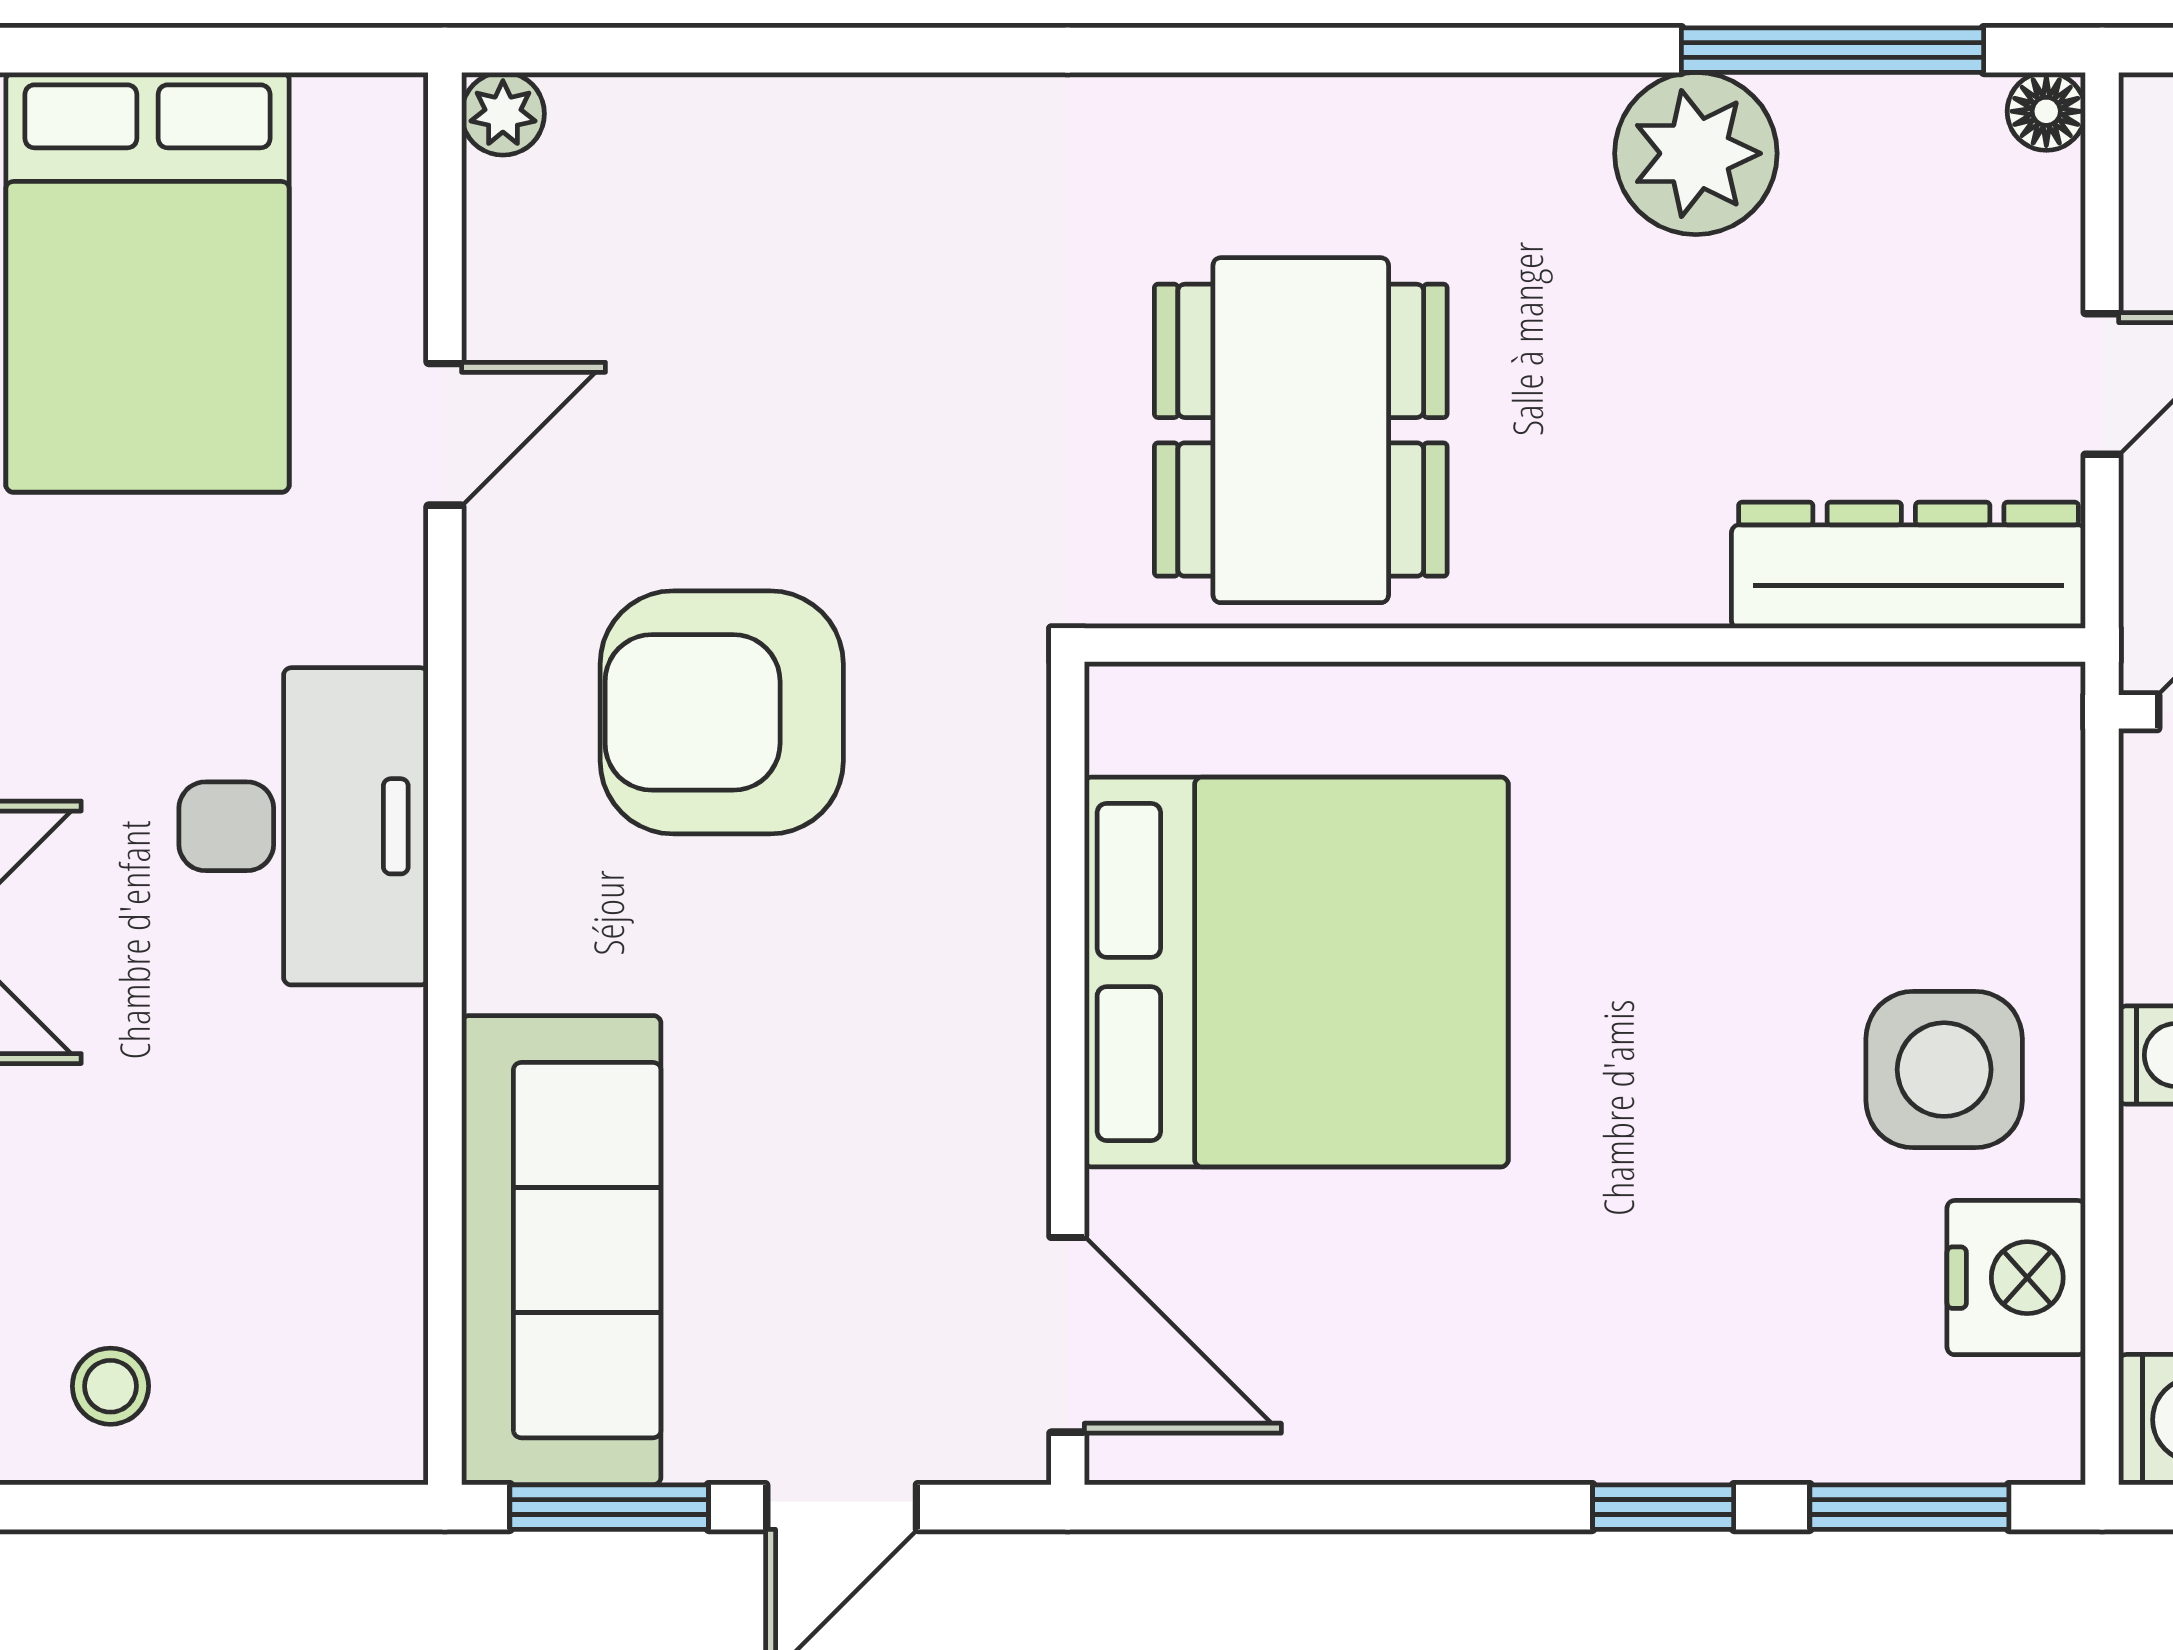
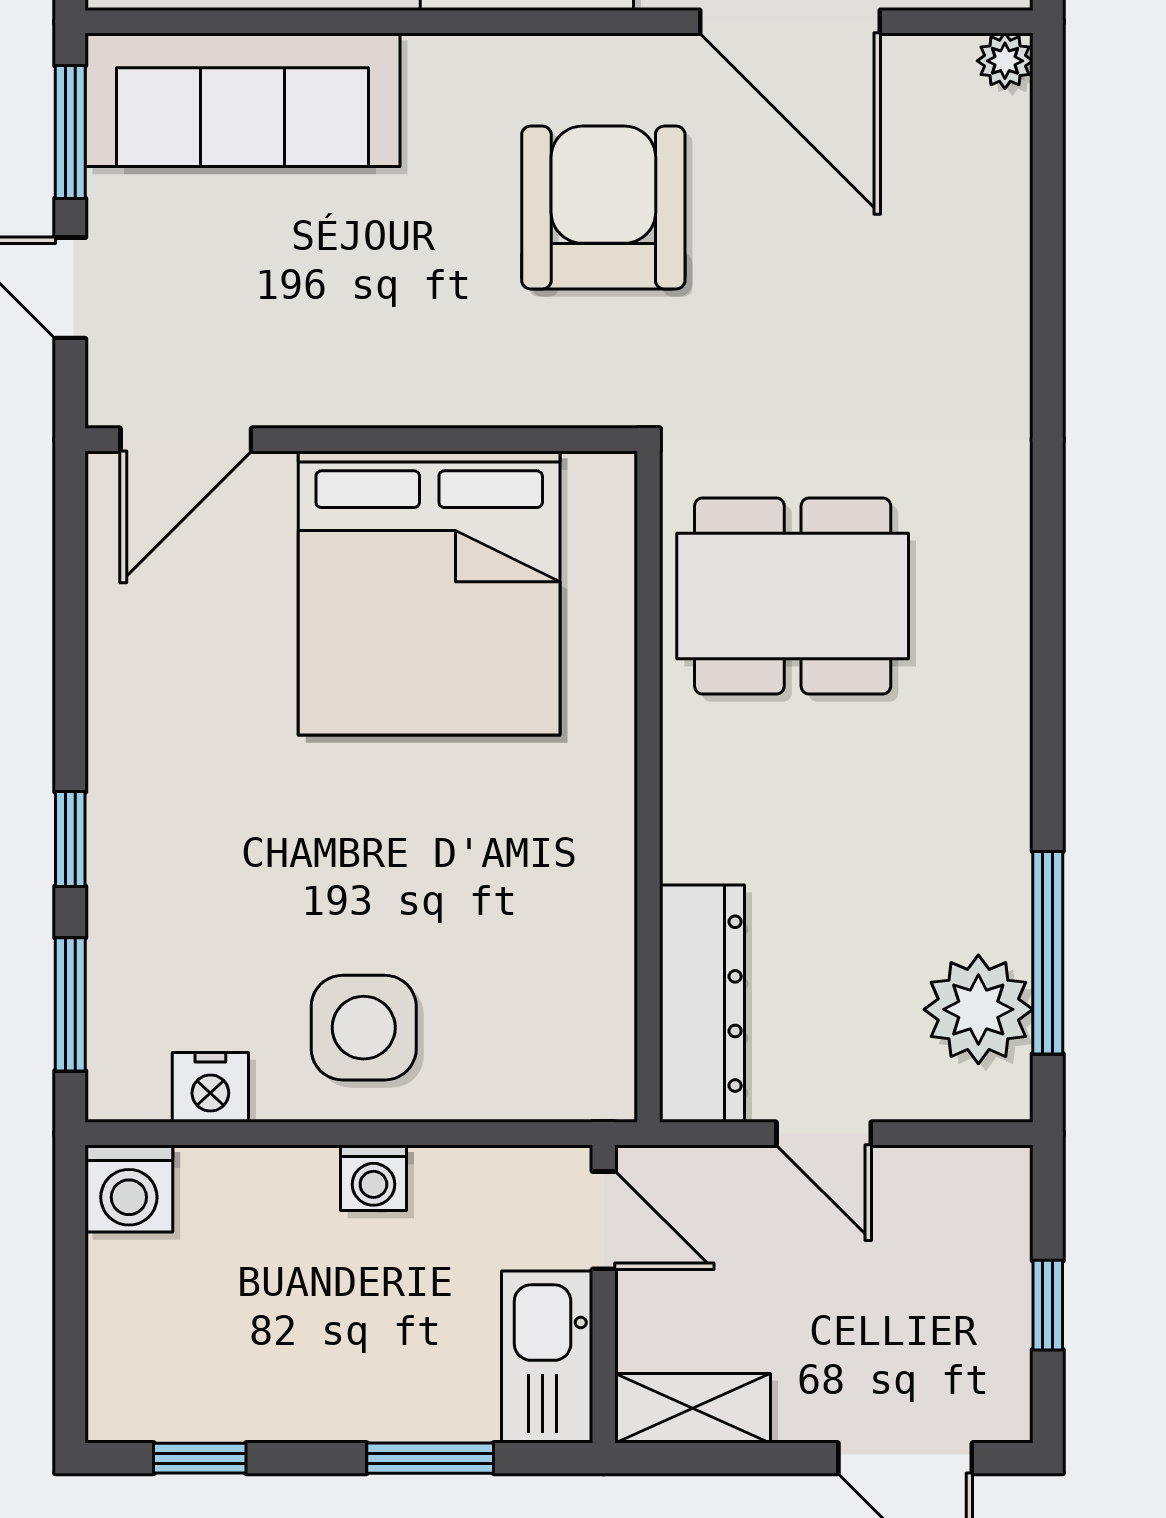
floor lamp: (2046, 111) -> (1007, 1096), removed
plant: (1696, 153) -> (978, 1009), moved
door: (445, 434) -> (790, 22), width x1.87
nightstand: (2016, 1278) -> (210, 1087), width x0.74, depth x0.75

